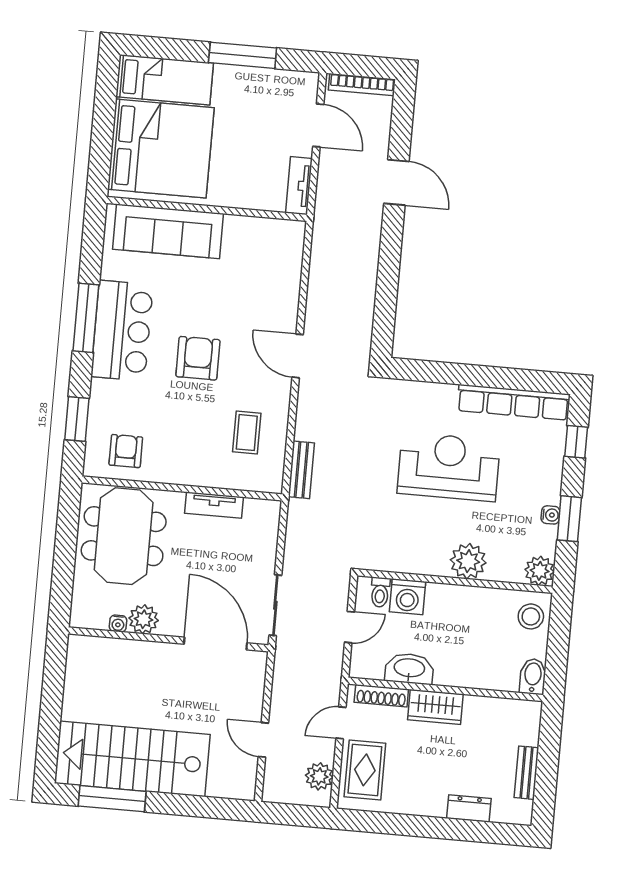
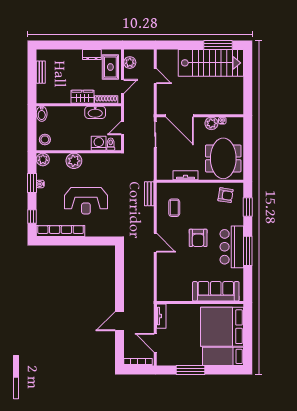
door: (396, 182) -> (119, 321), hinge flipped
armchair: (126, 451) -> (226, 195), turned -81
dresser: (469, 808) -> (92, 54), moved

